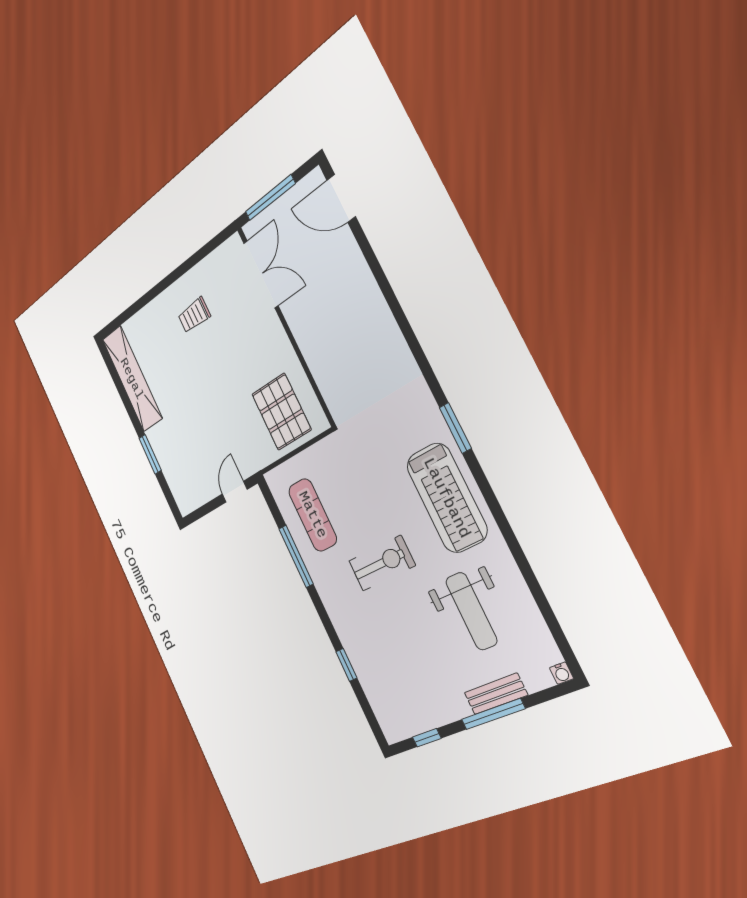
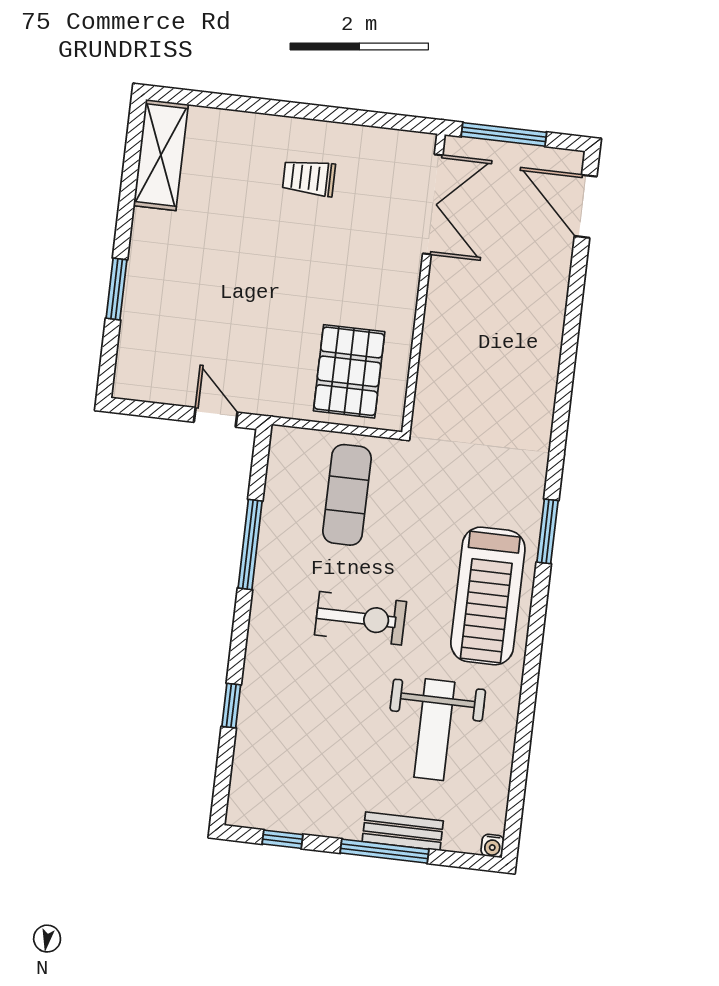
shelving: (132, 379) -> (161, 155), width x0.68
door: (235, 492) -> (216, 417), hinge flipped
exercise mat: (313, 515) -> (347, 495), moved

